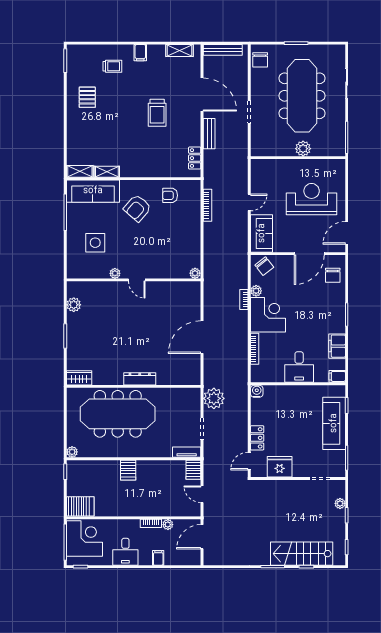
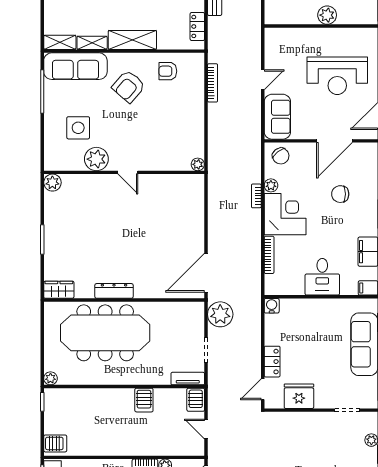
shelving: (140, 169) -> (132, 40), added
reception desk: (312, 199) -> (337, 76), turned 180
plant: (115, 273) -> (96, 159), width x1.88, depth x1.88
chair: (333, 275) -> (340, 194), moved, turned 90
plant: (74, 305) -> (52, 183), moved
door: (202, 337) -> (206, 273), moved
dresser: (140, 379) -> (114, 291), moved
server rack: (128, 470) -> (144, 400), moved
server rack: (80, 506) -> (55, 443), width x0.73, depth x0.70

